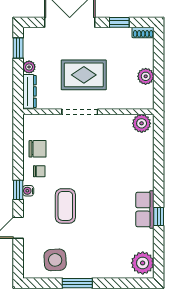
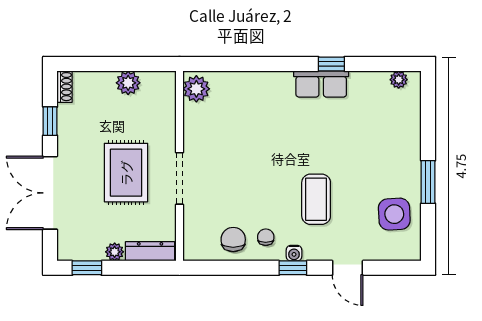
coffee table: (65, 206) -> (316, 199), turned 90
plant: (143, 263) -> (399, 80), width x0.53, depth x0.53

